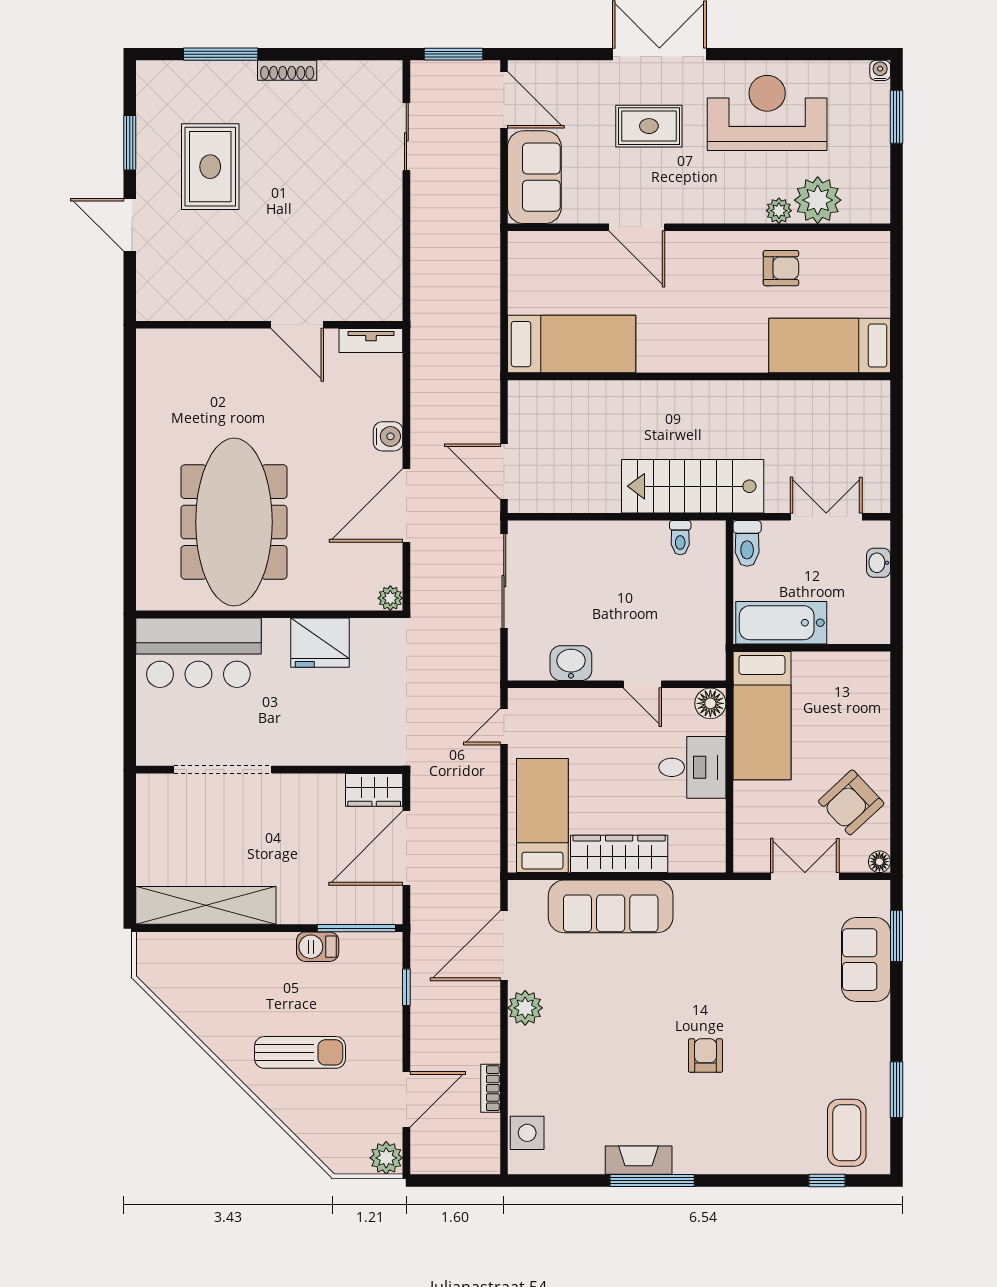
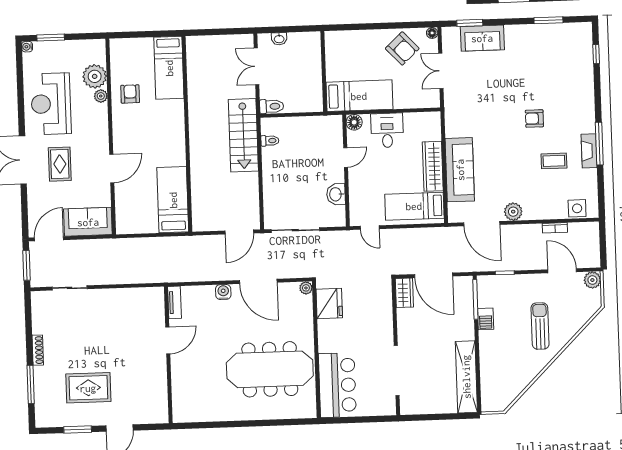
bathtub: (781, 623) -> (312, 87), removed
fridge: (320, 643) -> (329, 303), moved
coffee table: (847, 1133) -> (554, 161), moved, width x0.73, depth x0.77

